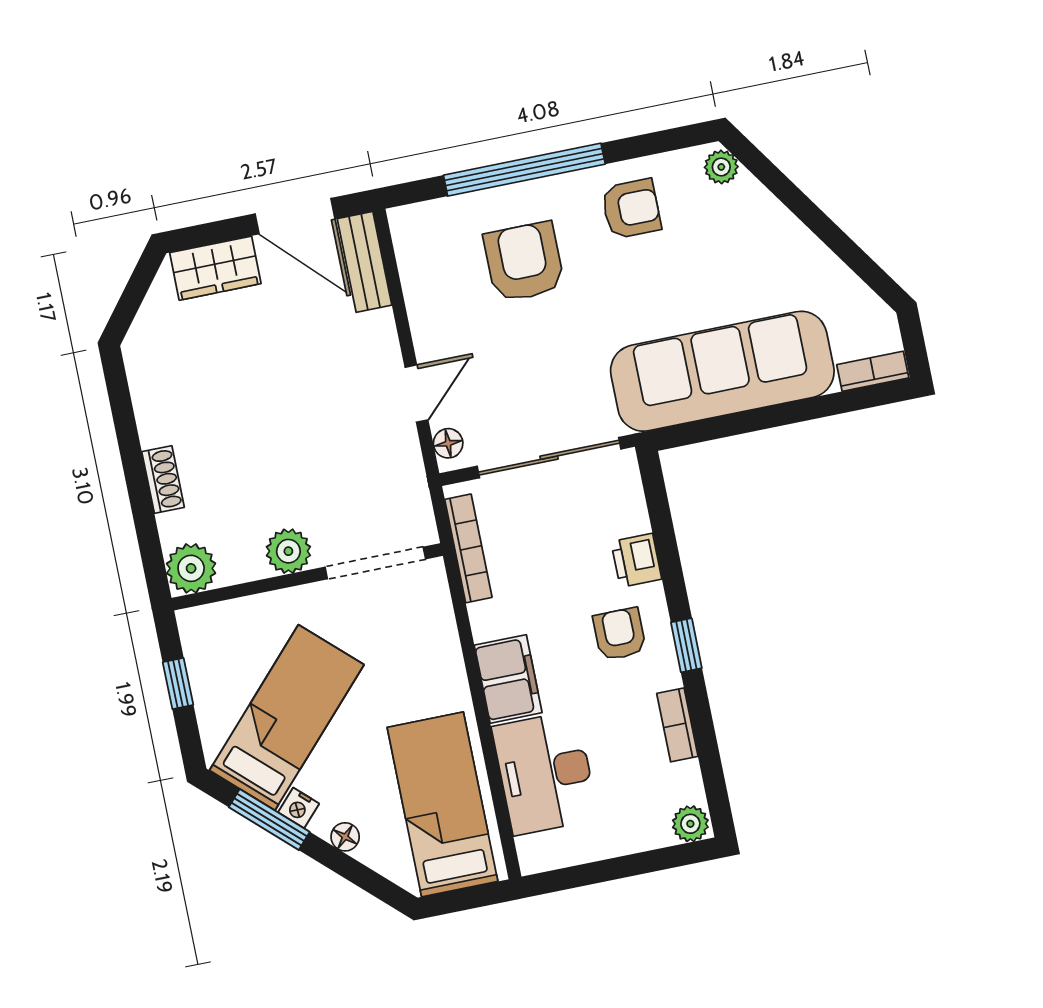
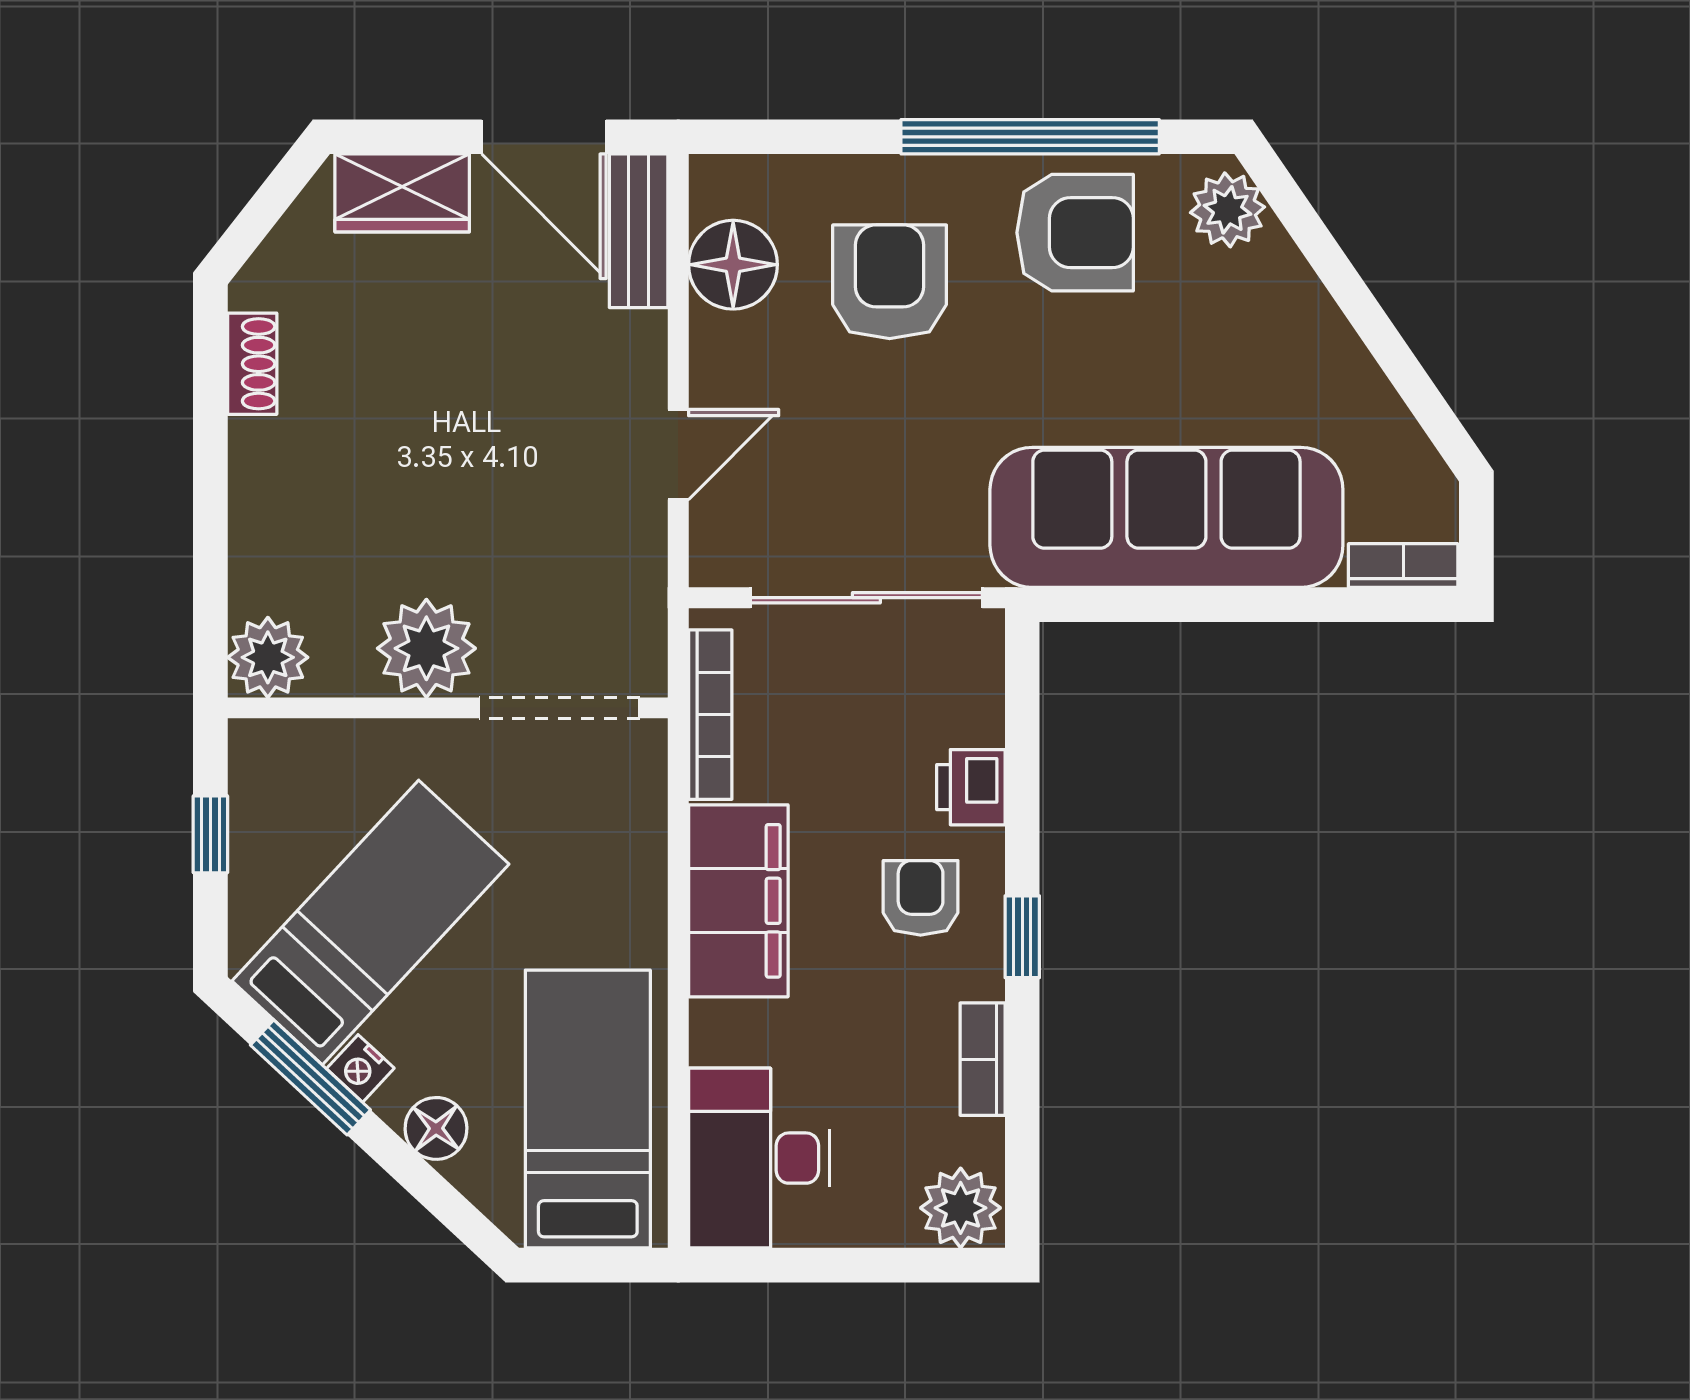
plant: (721, 167) -> (1228, 210), width x1.38, depth x1.38
window: (524, 170) -> (1030, 137), moved
armchair: (631, 209) -> (1075, 233), width x1.38, depth x1.38
floor lamp: (448, 443) -> (733, 265), moved, width x1.89, depth x1.89
shoe rack: (163, 480) -> (252, 364), moved
plant: (288, 551) -> (426, 648), width x1.36, depth x1.36
filing cabinet: (508, 679) -> (738, 901), width x1.50, depth x1.17
desk: (545, 773) -> (759, 1158), moved
plant: (690, 824) -> (961, 1208), width x1.38, depth x1.38
floor lamp: (345, 837) -> (436, 1128), width x1.37, depth x1.37

